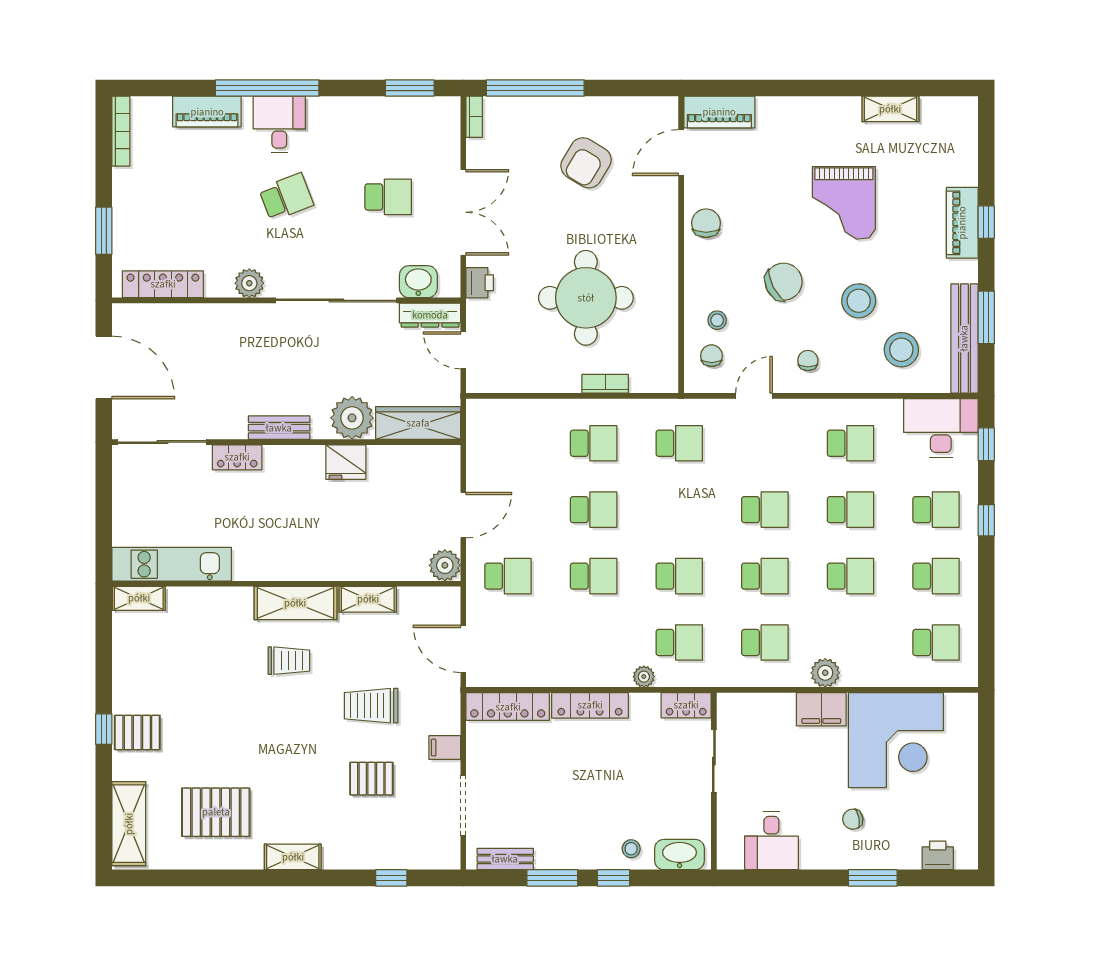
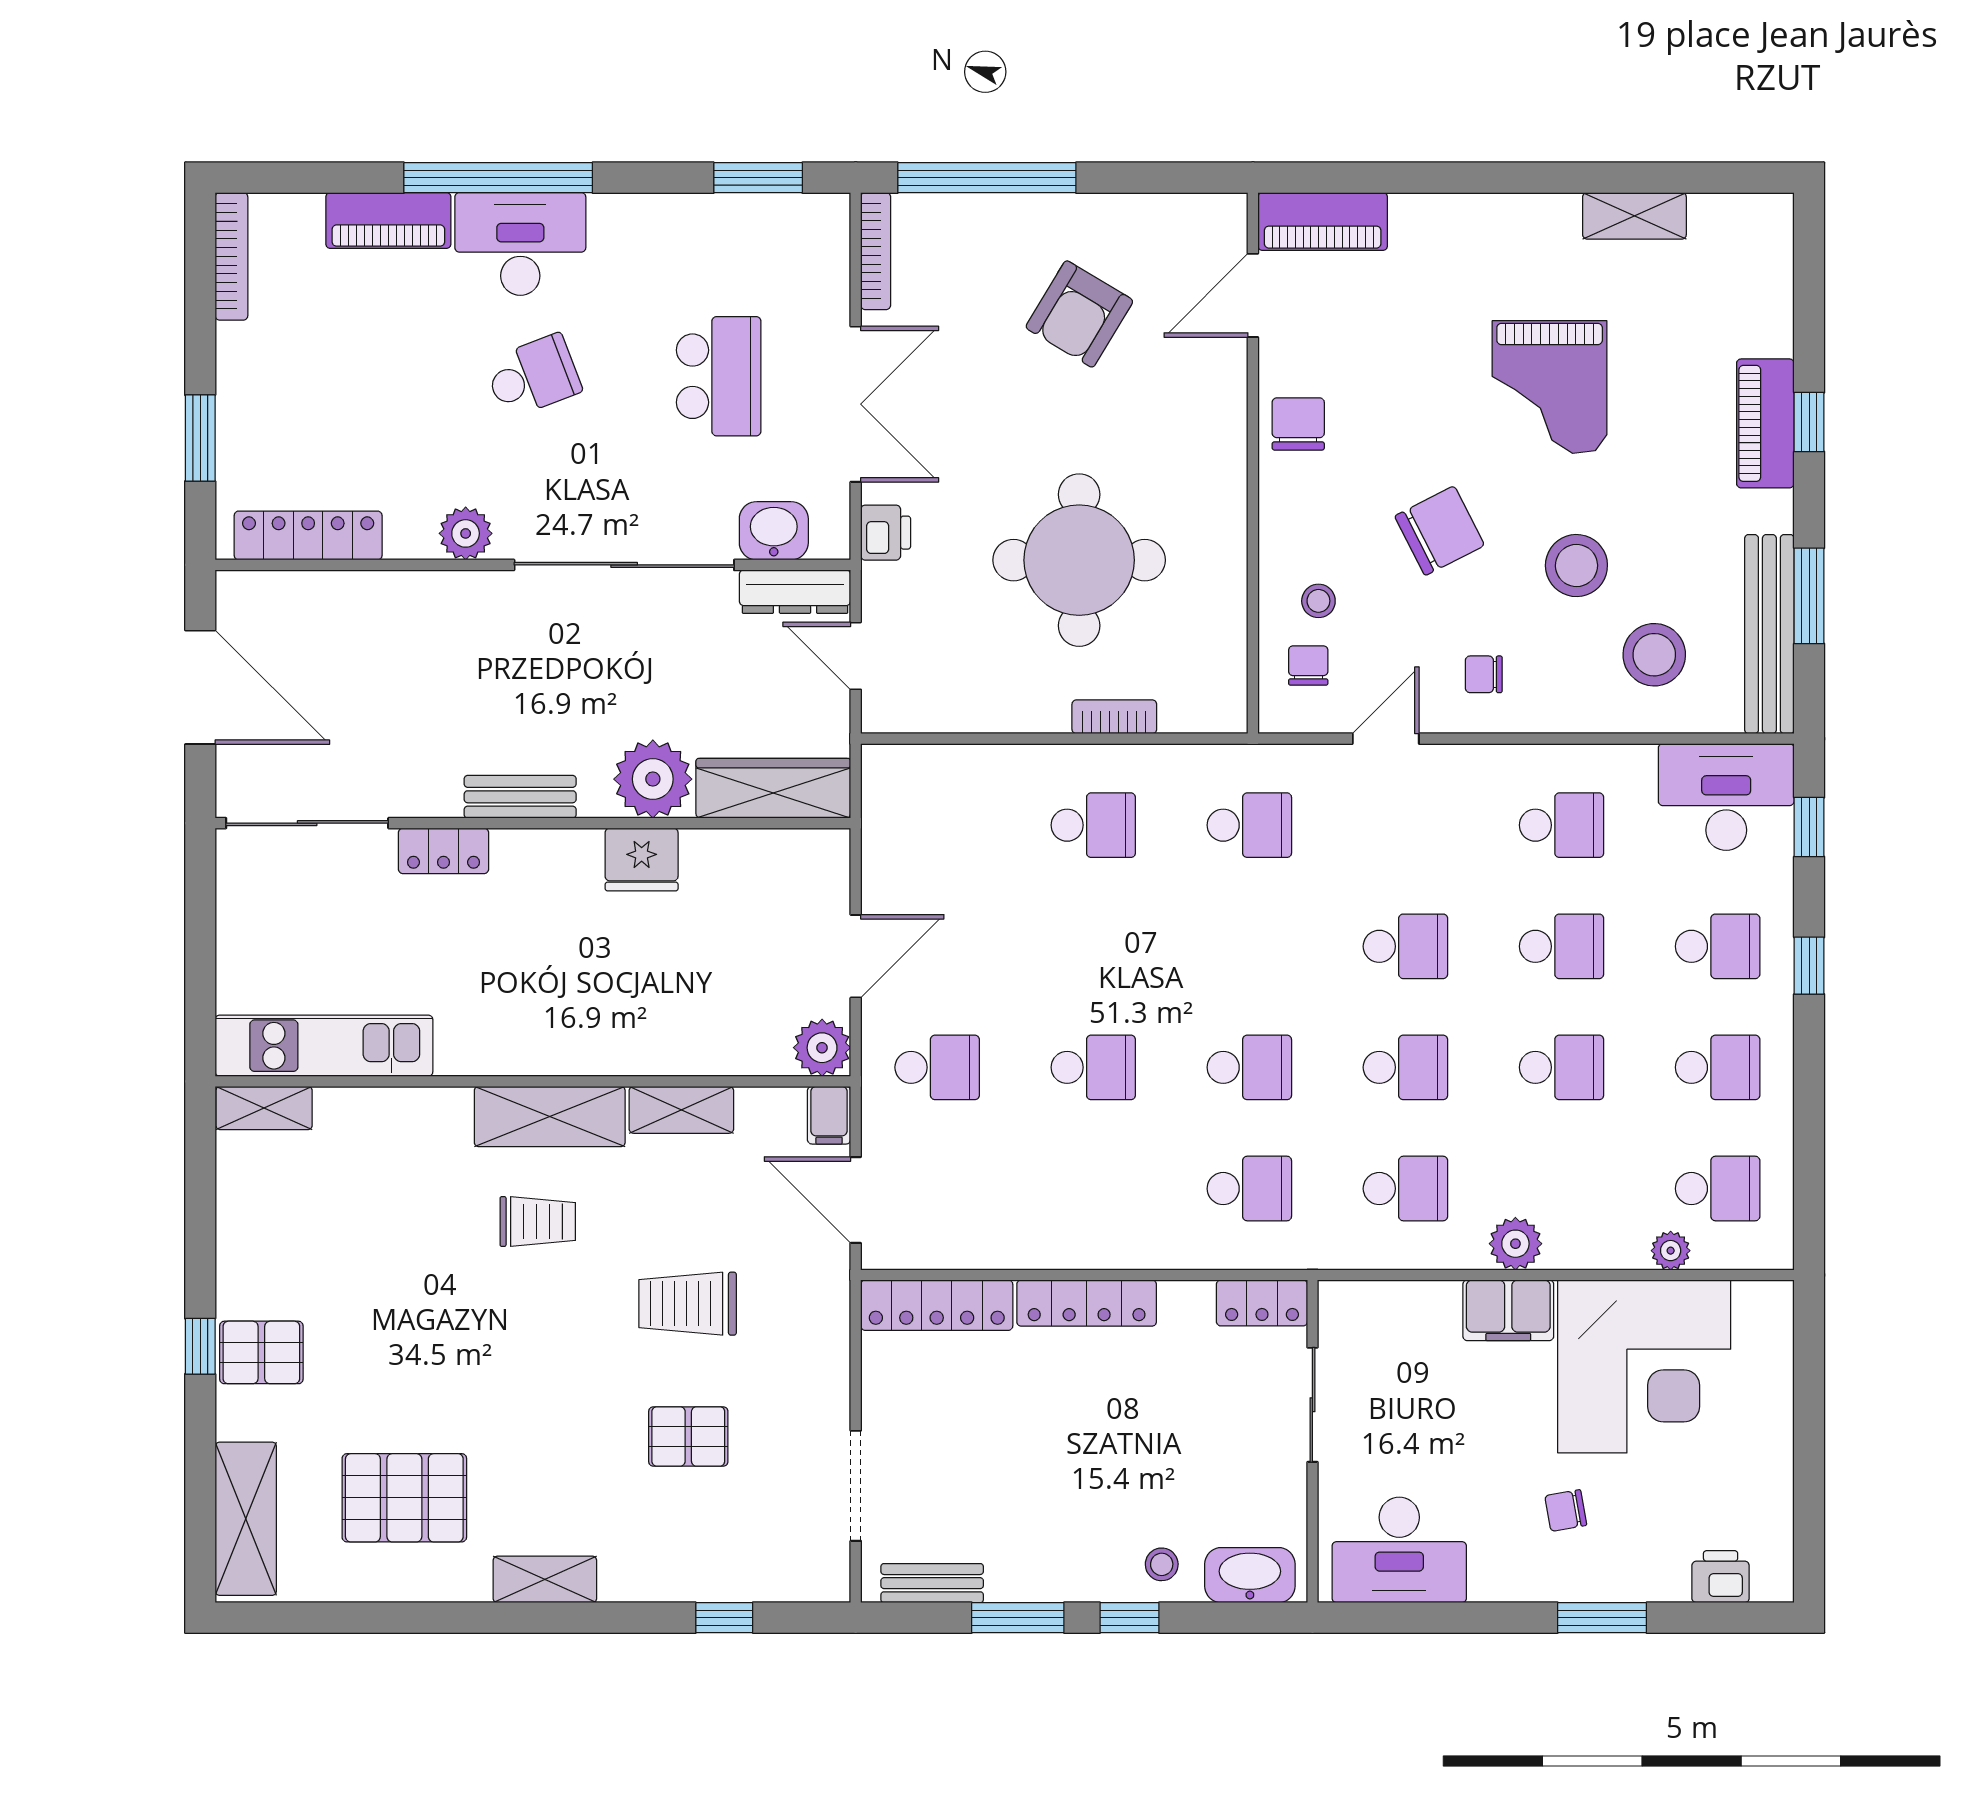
bookcase: (474, 117) -> (876, 251), width x1.56
desk: (279, 124) -> (520, 244), width x1.37
school desk: (388, 197) -> (719, 376), width x1.85
chair: (808, 360) -> (1484, 674), turned -90
school desk: (594, 510) -> (1093, 946), removed
plant: (644, 677) -> (1671, 1251), moved
filing cabinet: (445, 748) -> (829, 1115), moved, turned -90
desk: (771, 841) -> (1399, 1550), width x1.37

